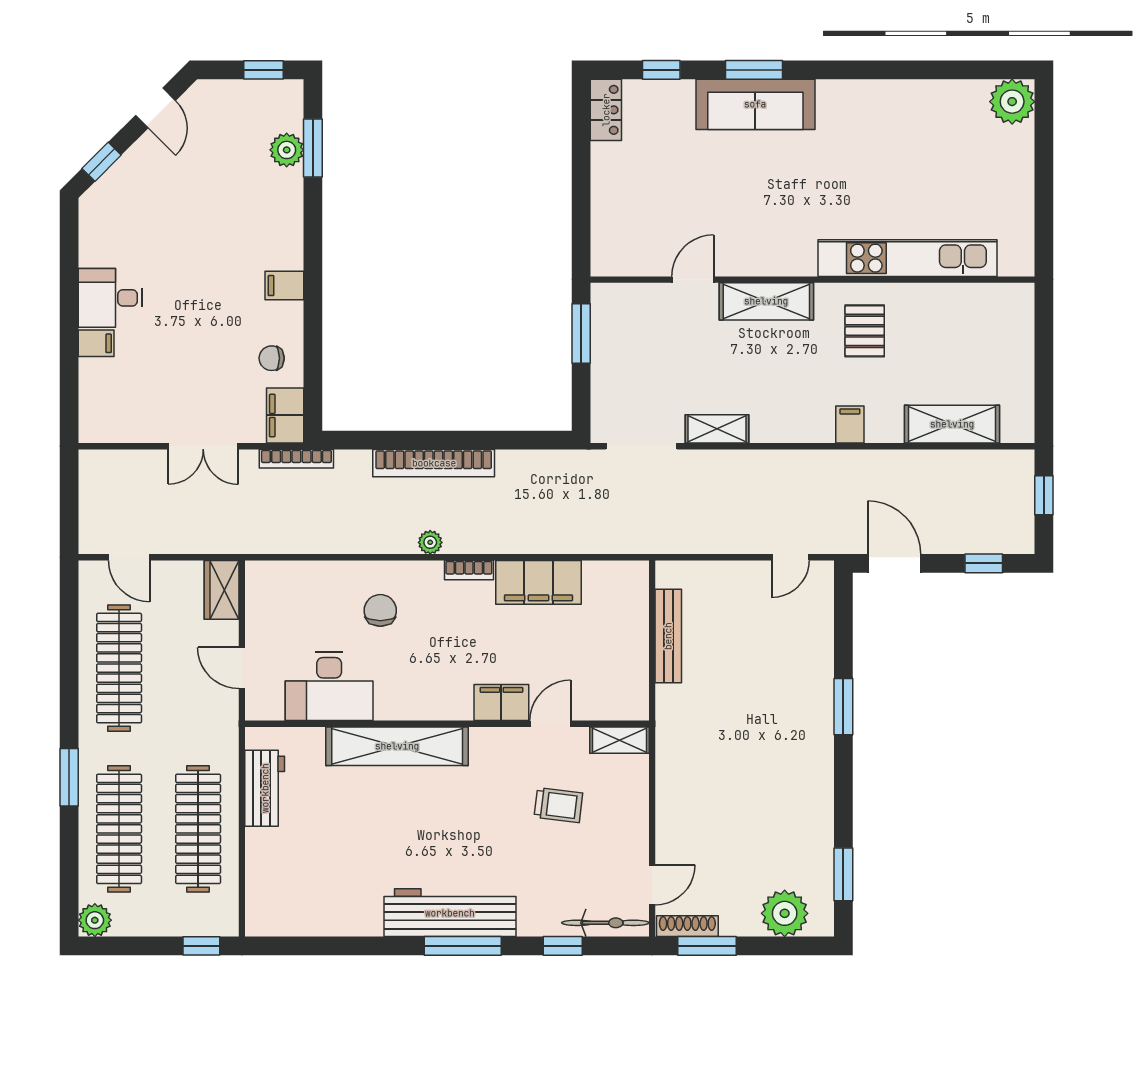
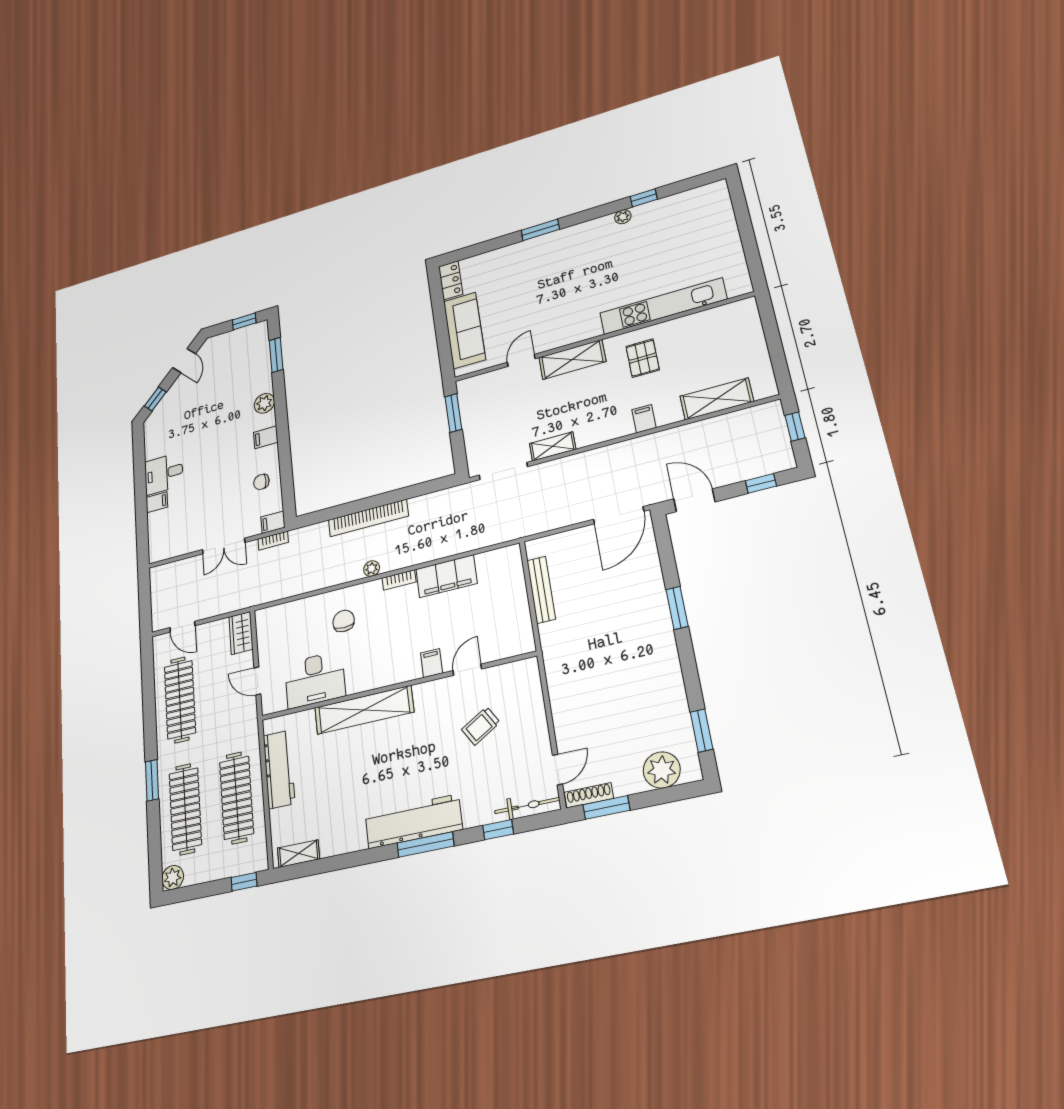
window: (661, 70) -> (644, 198), moved
plant: (1012, 102) -> (623, 217), moved, width x0.53, depth x0.53
sofa: (755, 104) -> (464, 330), moved, turned -90
plant: (287, 150) -> (264, 403), moved
filing cabinet: (285, 415) -> (273, 522), width x0.50
bookcase: (296, 459) -> (273, 541), width x0.64
door: (790, 557) -> (619, 515), width x1.87
filing cabinet: (501, 703) -> (432, 663), width x0.50
shelving: (619, 740) -> (299, 854), moved
workbench: (265, 788) -> (279, 769), width x1.38
trolley: (558, 805) -> (481, 726), turned 142

